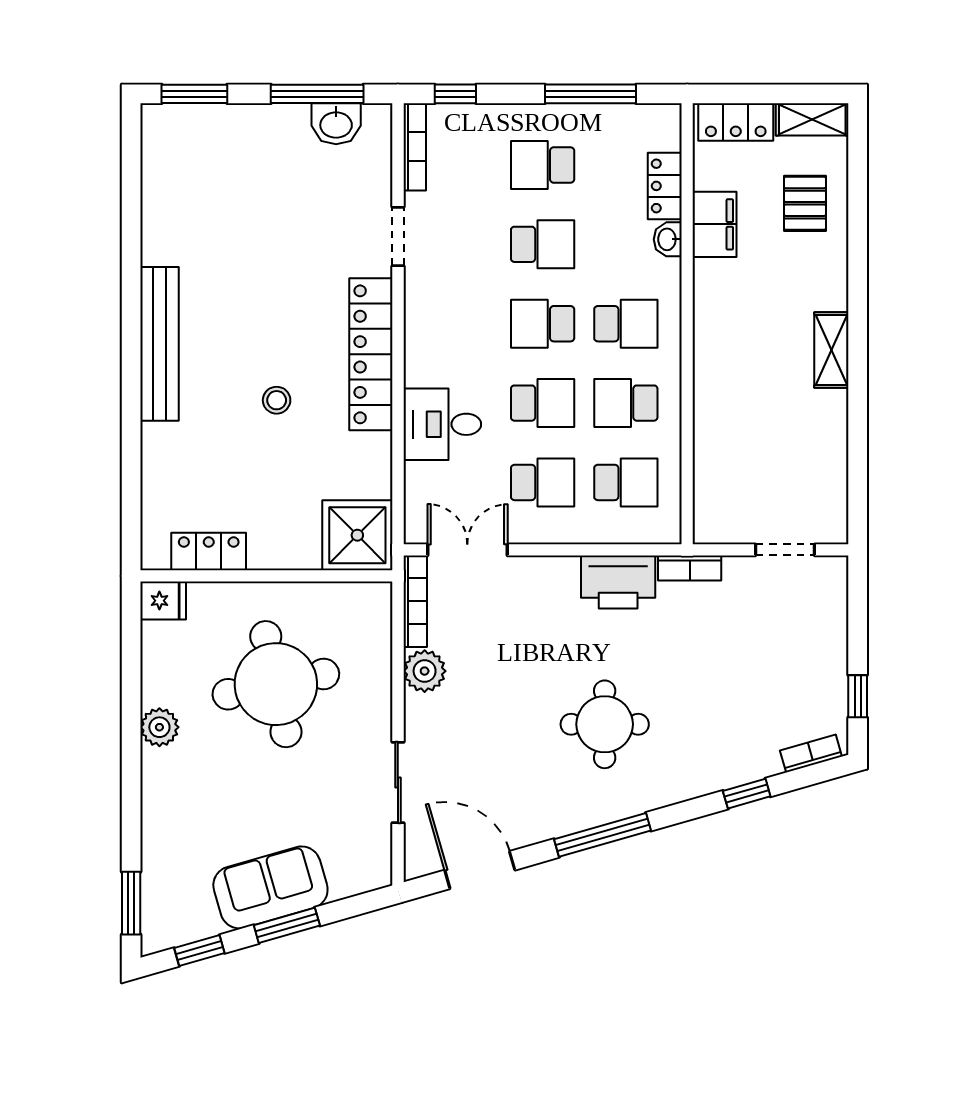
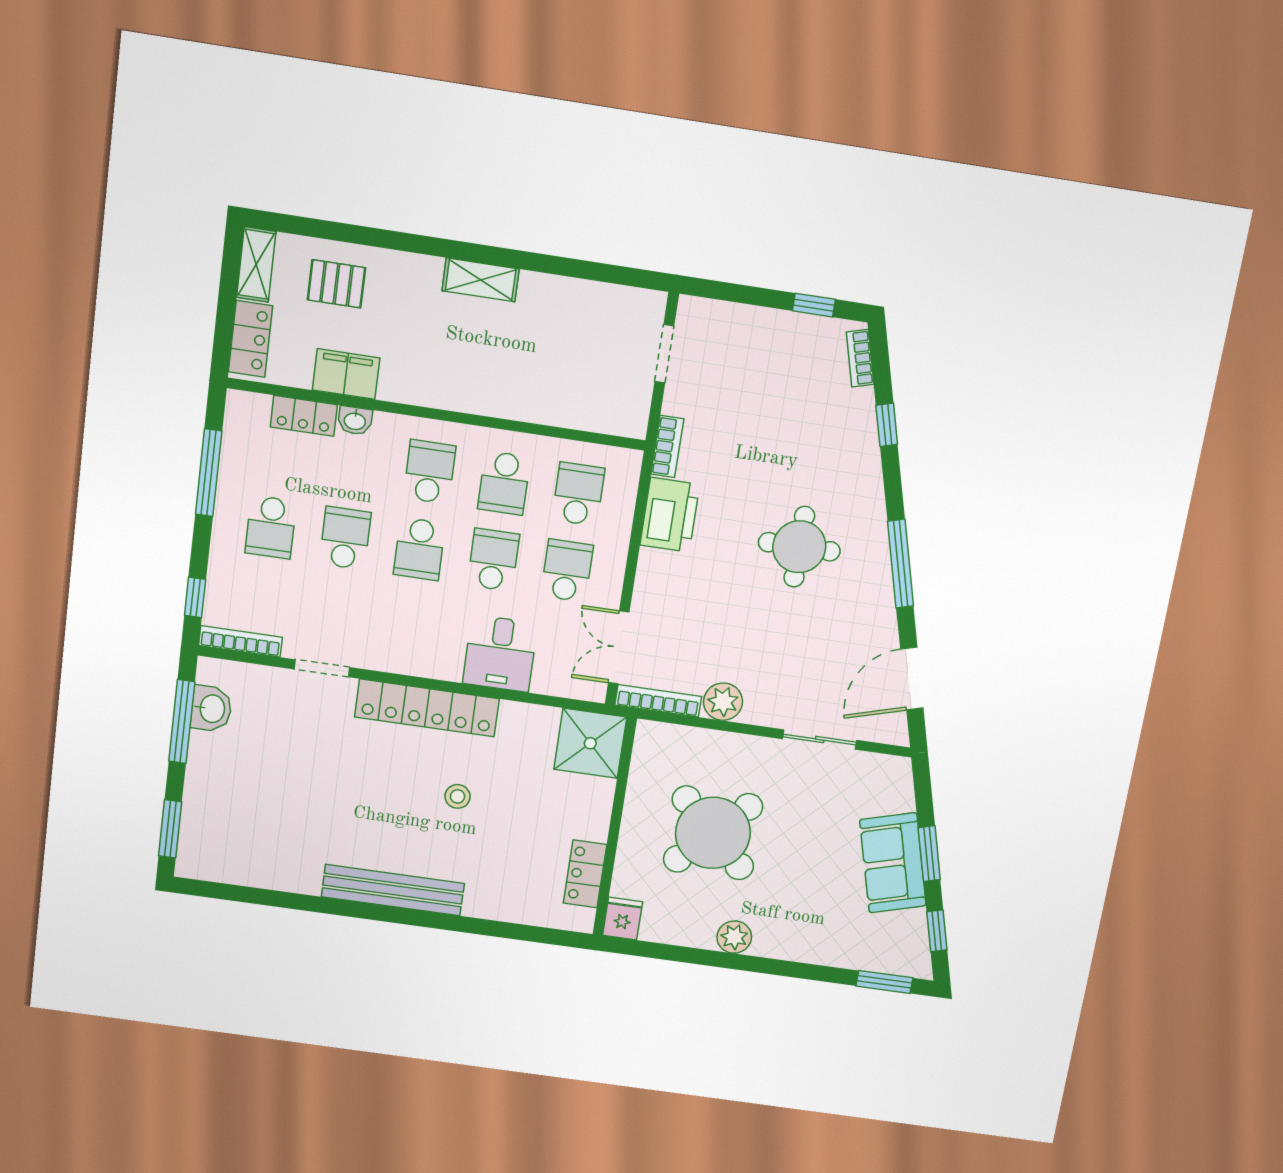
round table: (276, 684) -> (713, 833), turned -34

